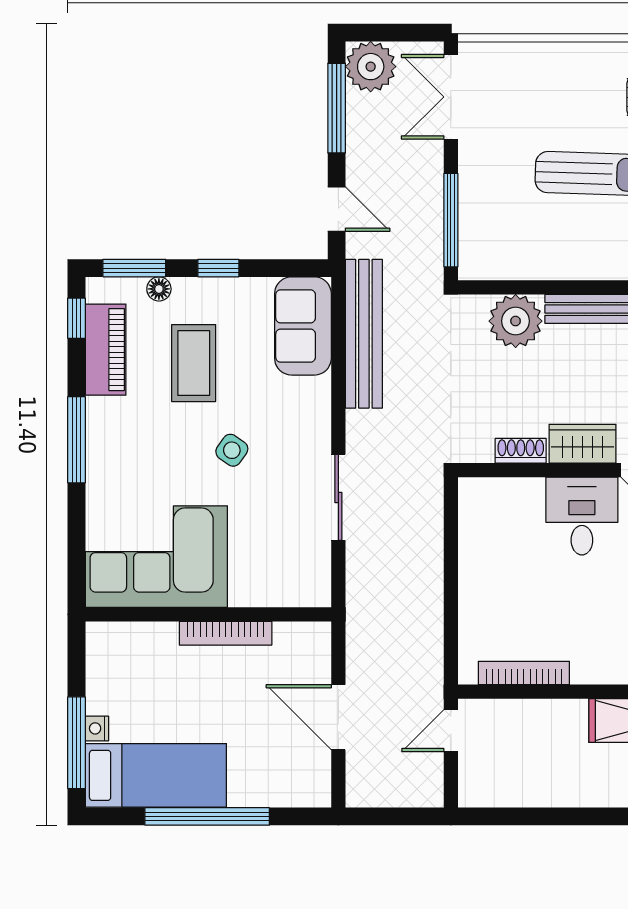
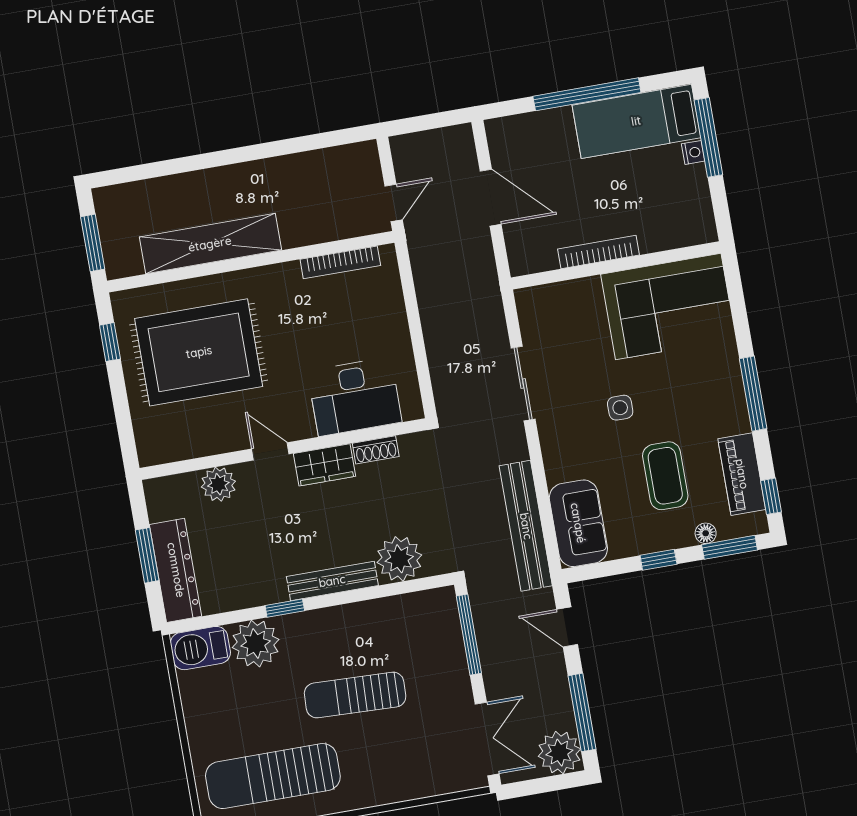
side table: (232, 450) -> (620, 408), turned -35
desk: (582, 516) -> (355, 397), moved, width x1.37

